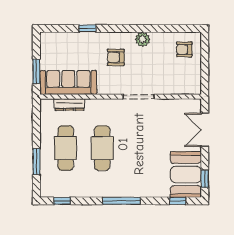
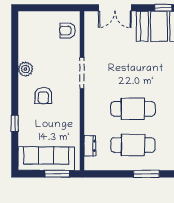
armchair: (184, 49) -> (67, 31), moved, turned 90
sofa: (68, 82) -> (46, 159), moved, turned 90
dresser: (69, 105) -> (90, 146), width x0.70

